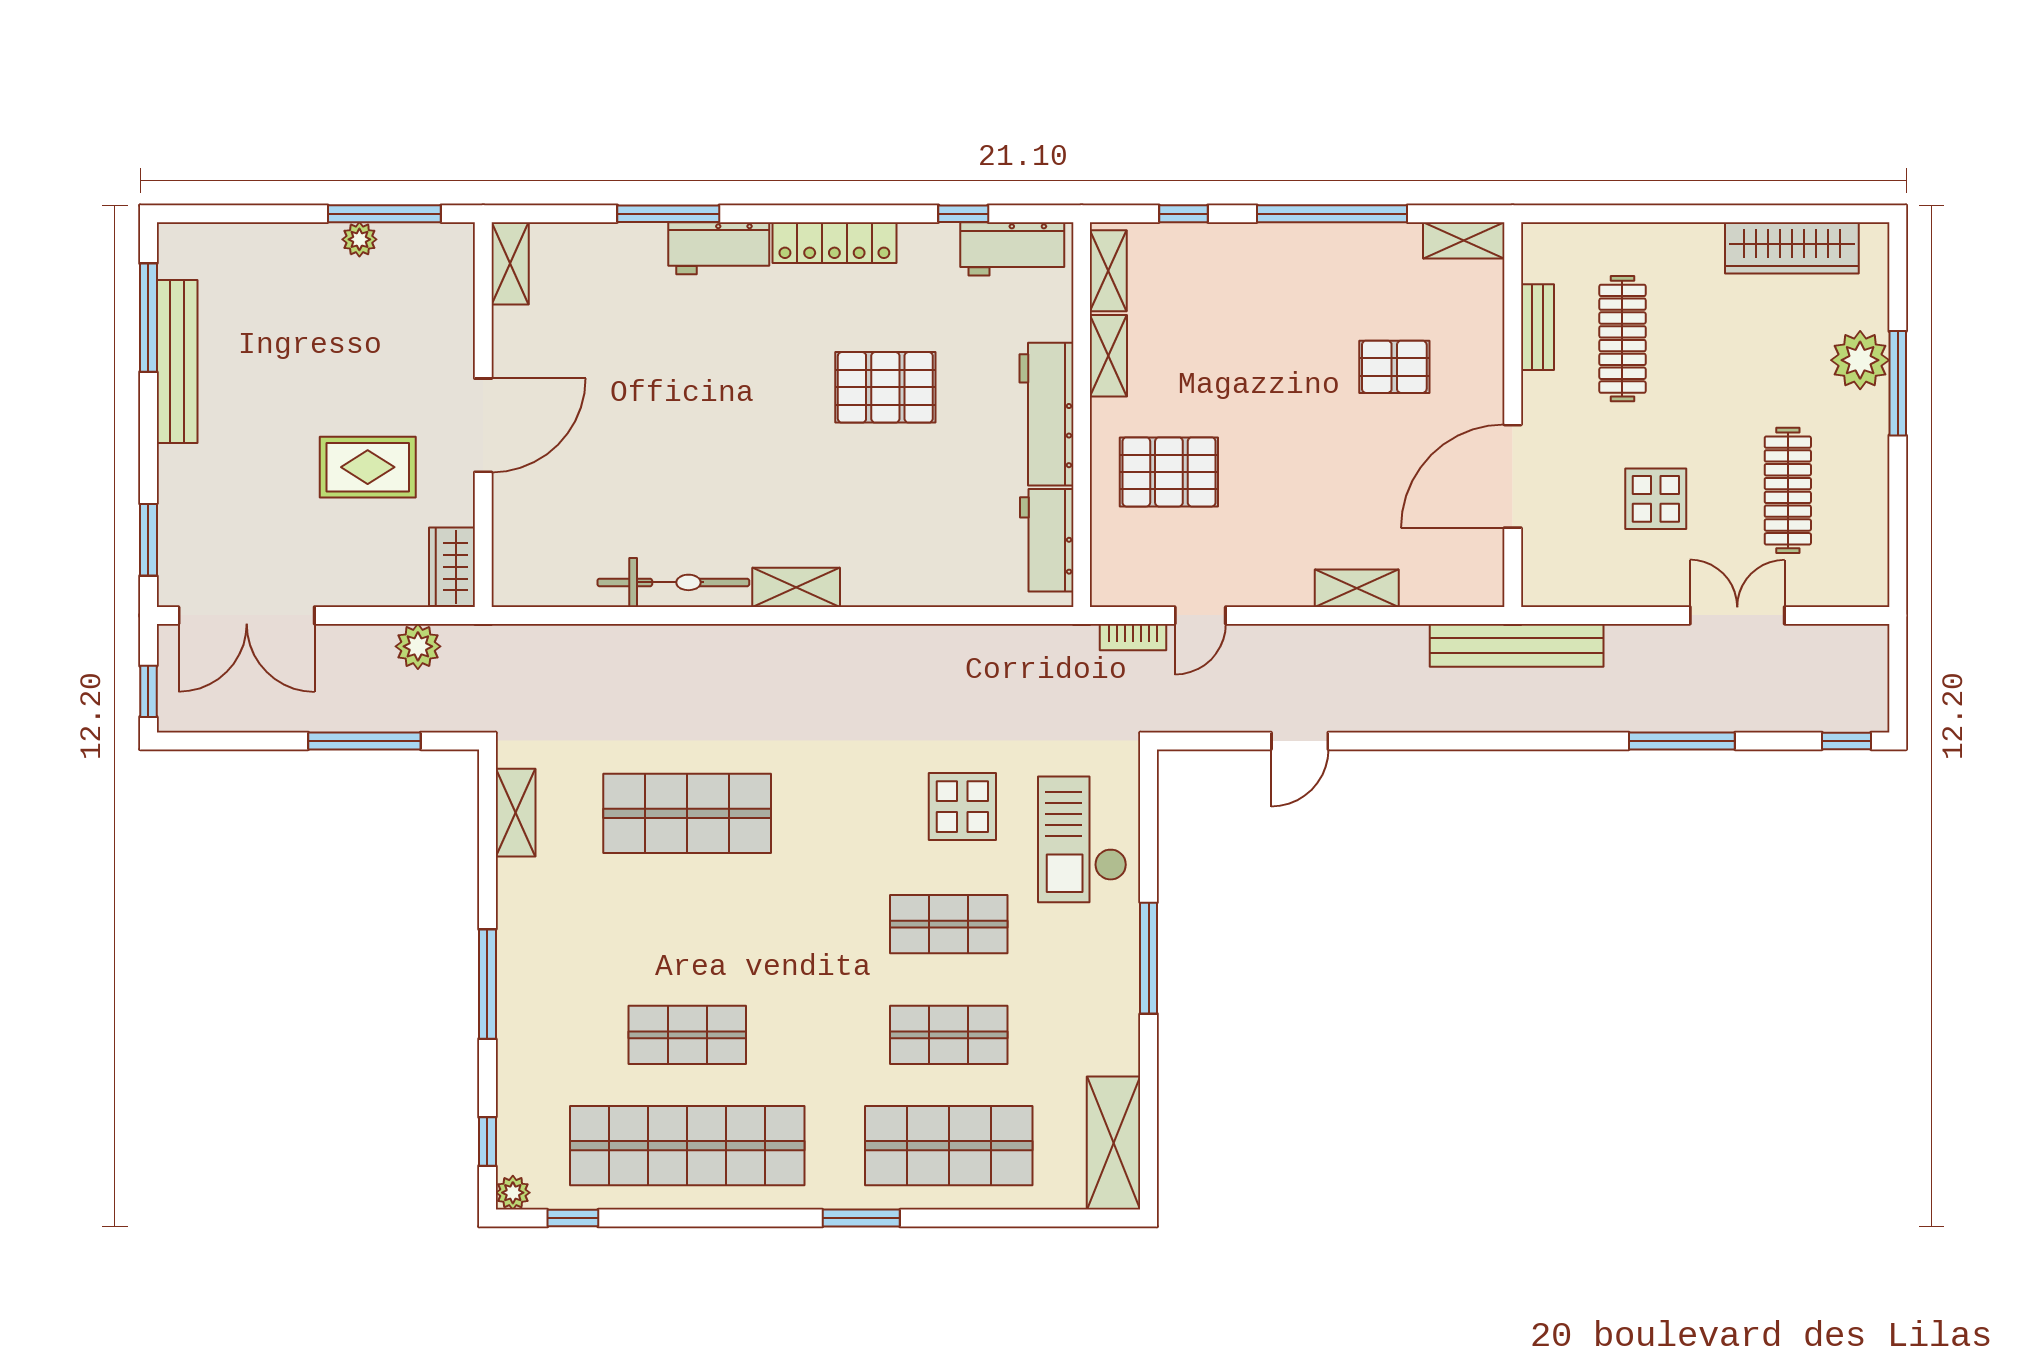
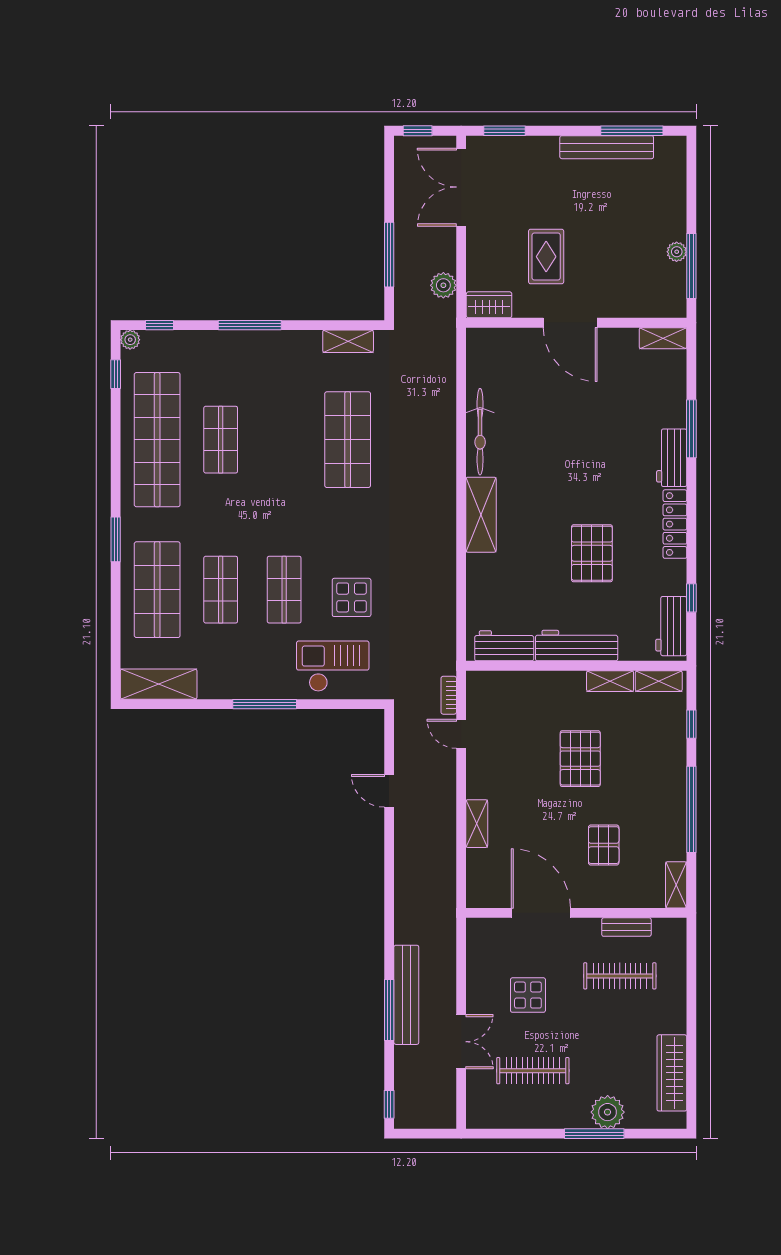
pallet: (1169, 472) -> (580, 759), moved
shelving: (796, 587) -> (481, 515), width x1.50, depth x1.33
bench: (1517, 645) -> (406, 995), moved

